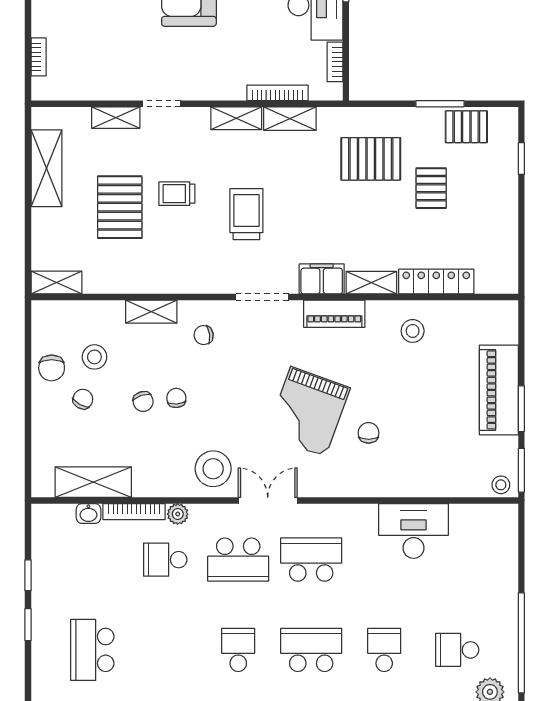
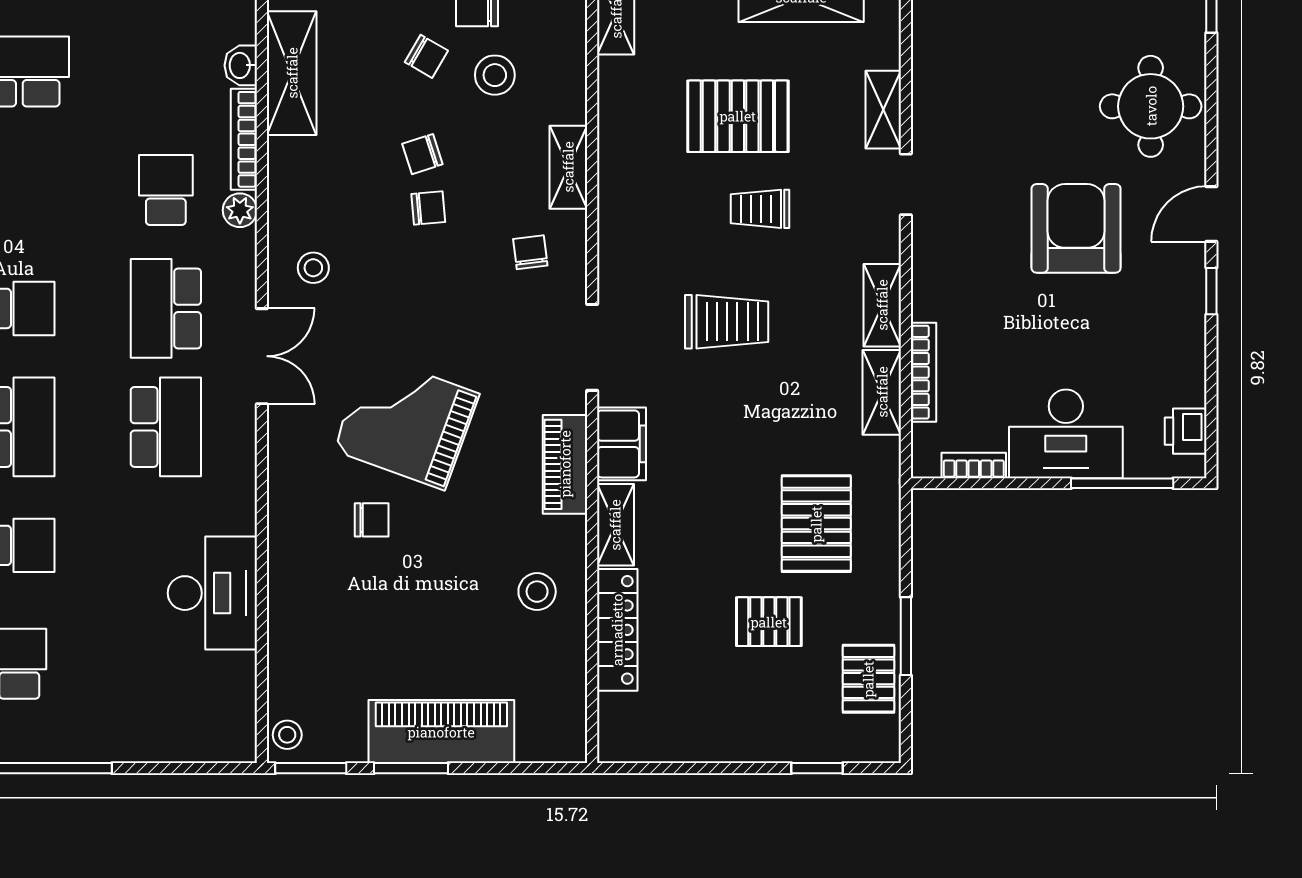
trolley: (177, 194) -> (760, 209), turned -90
stool: (213, 469) -> (313, 268), width x0.53, depth x0.53

